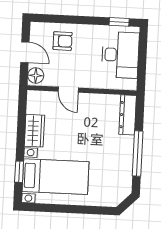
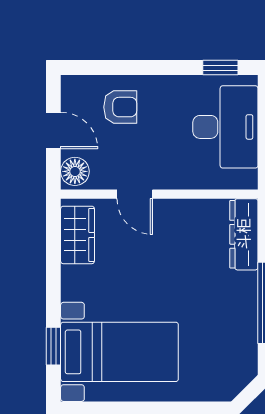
wardrobe: (34, 131) -> (78, 235), moved

